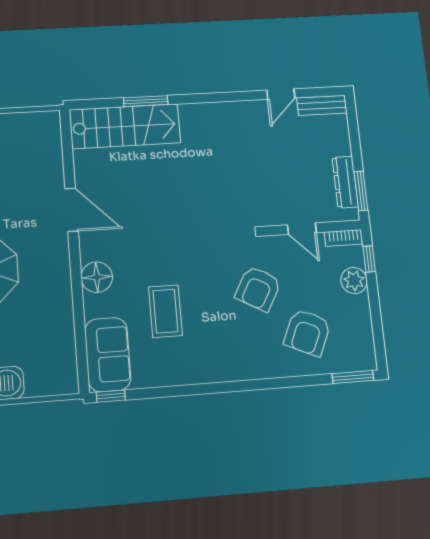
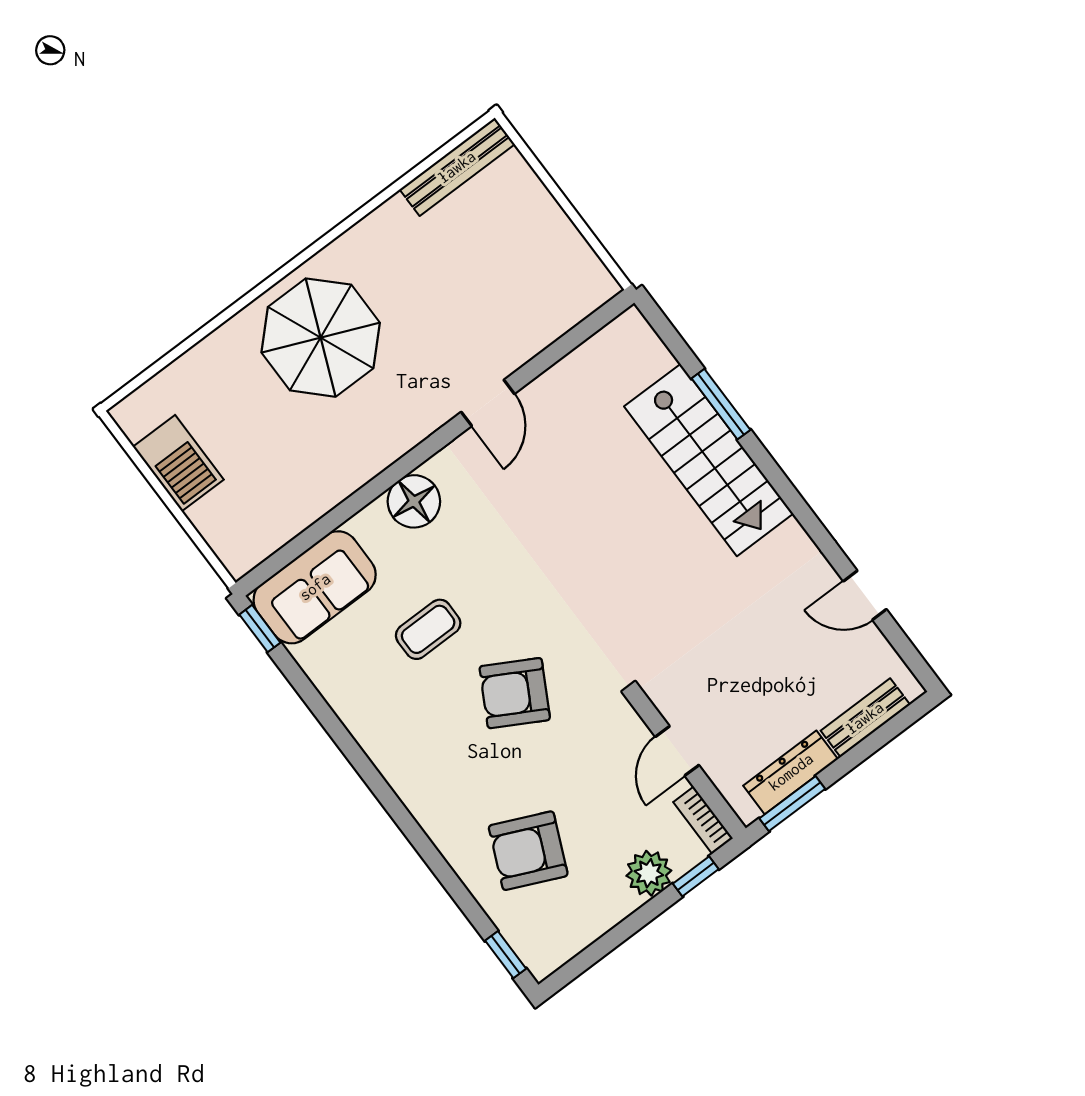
bench: (322, 105) -> (865, 718), moved, turned 90
stairs: (125, 126) -> (709, 460), moved
door: (72, 210) -> (488, 403), width x0.73
armchair: (258, 289) -> (515, 693), moved
coffee table: (165, 311) -> (428, 629), width x0.73, depth x0.77
window: (353, 377) -> (506, 955), width x0.67

